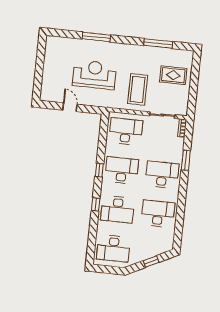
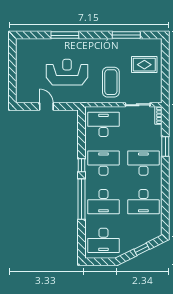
window: (96, 204) -> (82, 199), width x3.17
desk: (158, 214) -> (143, 202), turned 180

